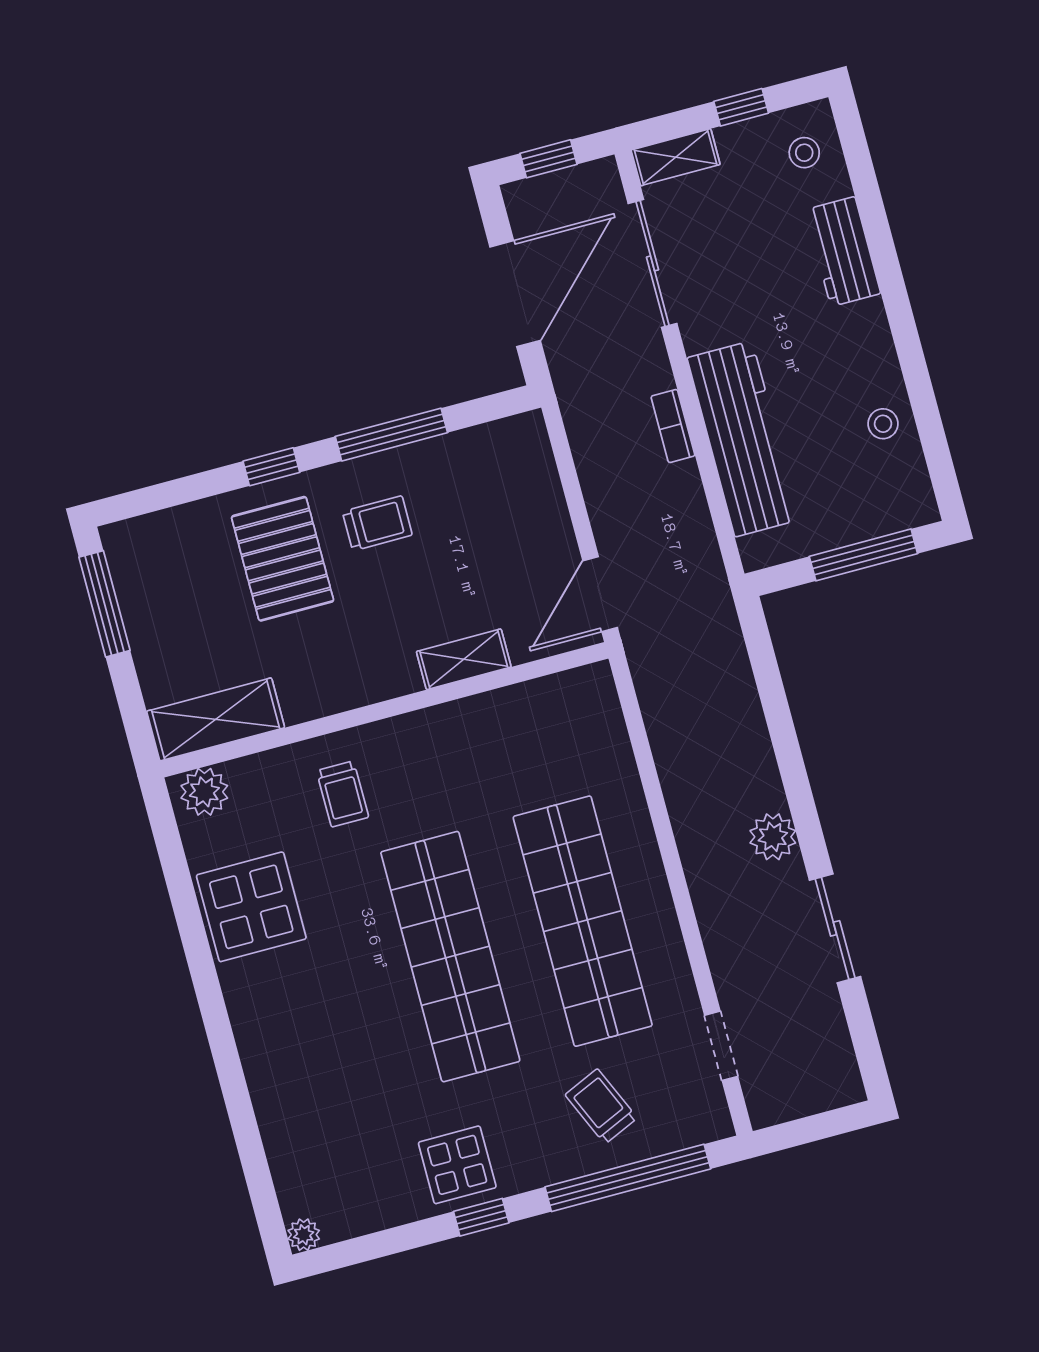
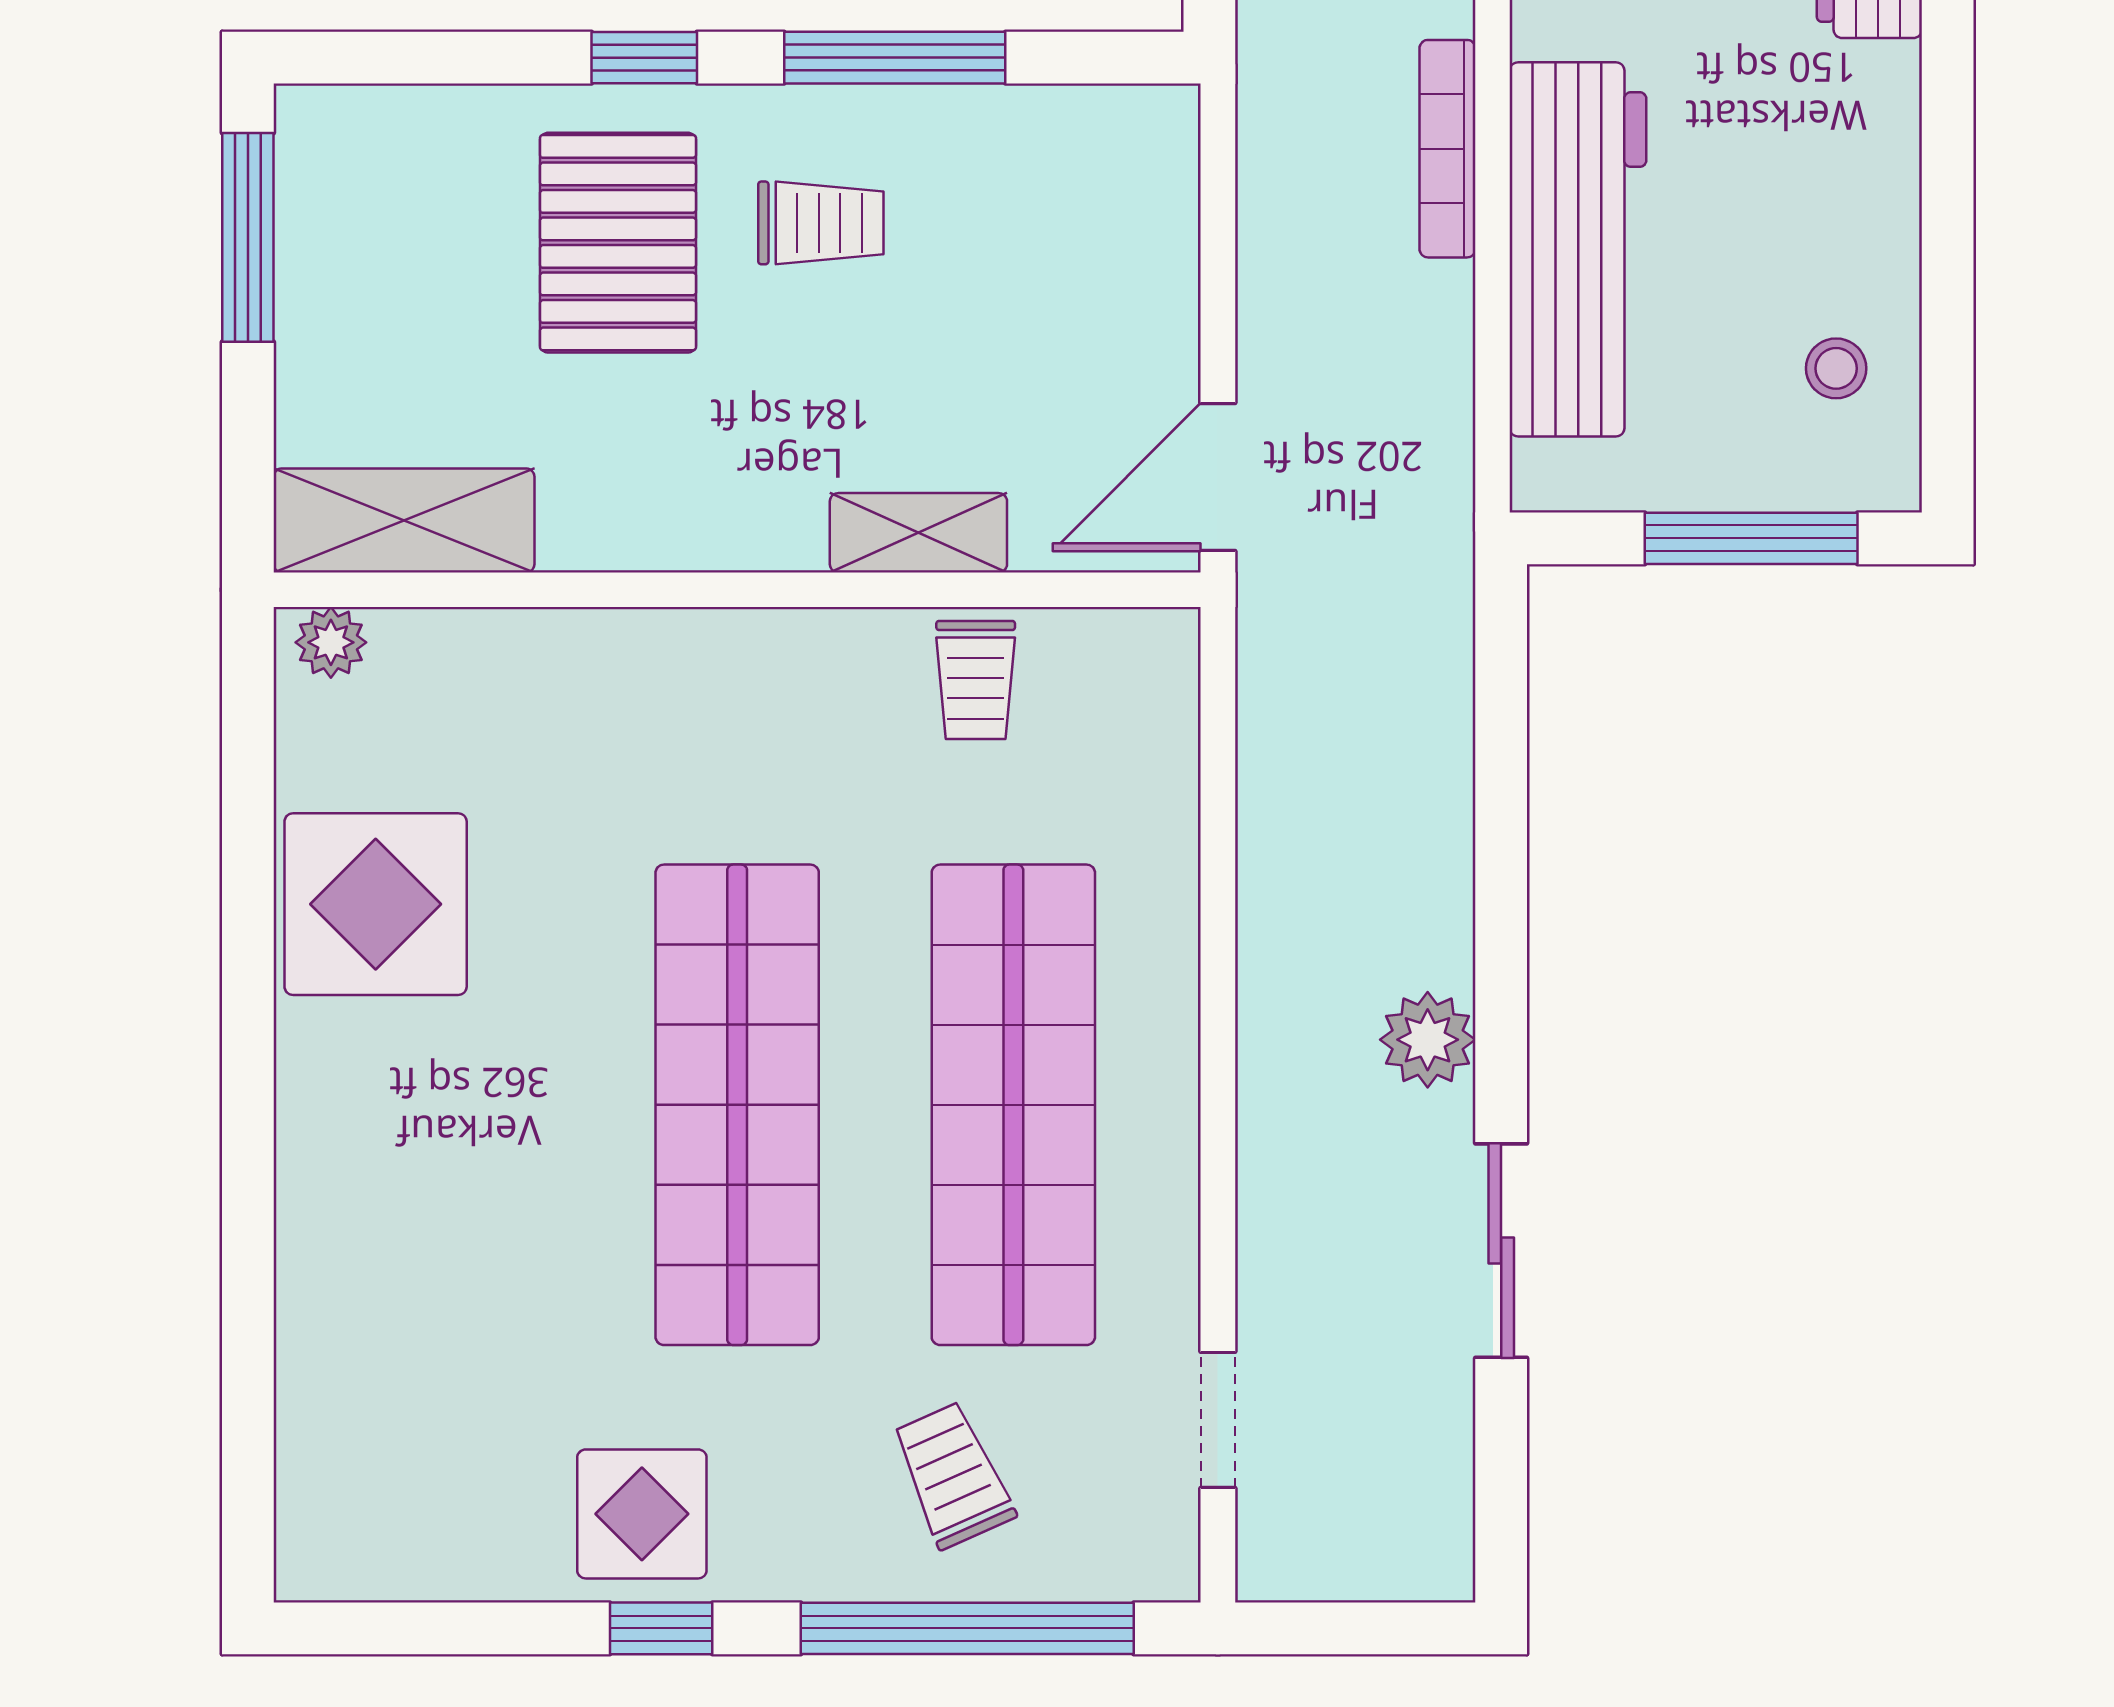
stool: (883, 424) -> (1836, 368), moved
bookcase: (673, 426) -> (1448, 149), width x1.56
plant: (204, 792) -> (331, 642), width x0.73, depth x0.73
trolley: (343, 794) -> (976, 680), moved
plant: (304, 1235) -> (306, 1570), removed

